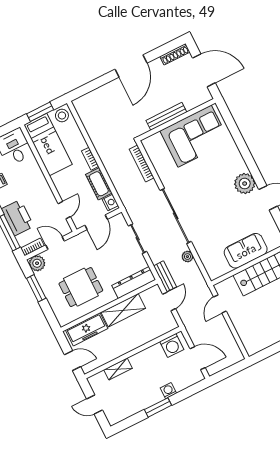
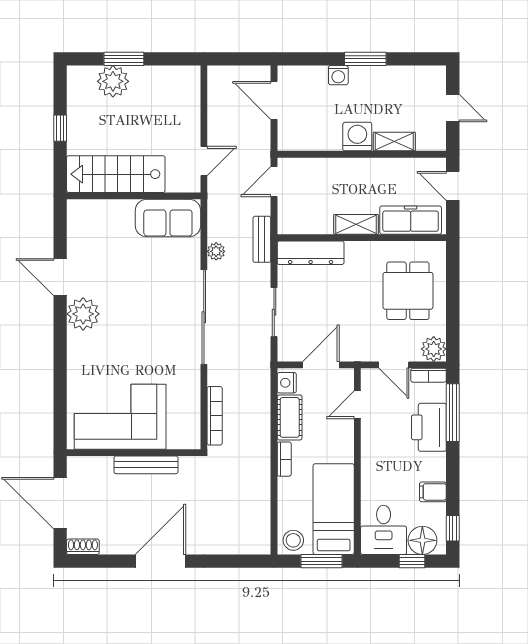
shoe rack: (175, 54) -> (83, 547), width x0.70
sofa: (246, 251) -> (168, 218), moved
dining table: (81, 287) -> (408, 291), moved, turned 90
window: (36, 288) -> (453, 314), removed
door: (169, 301) -> (274, 182), moved
shelving: (123, 310) -> (356, 224), width x0.67, depth x0.75
washing machine: (172, 345) -> (357, 137), moved

